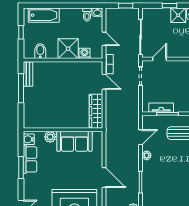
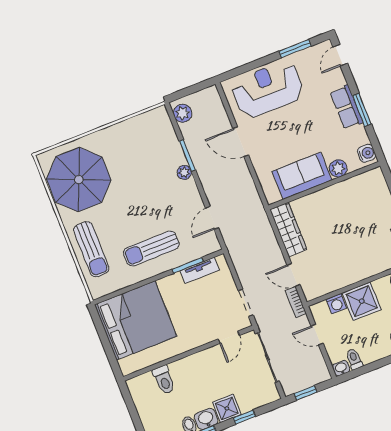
plant: (147, 155) -> (184, 172), moved
row of seats: (30, 159) -> (346, 107), moved

